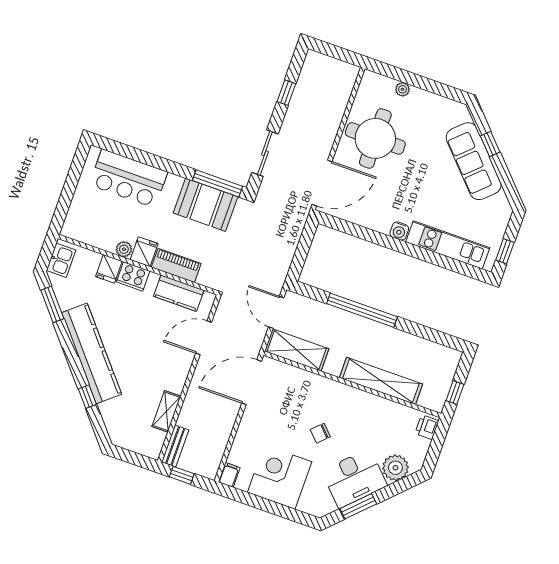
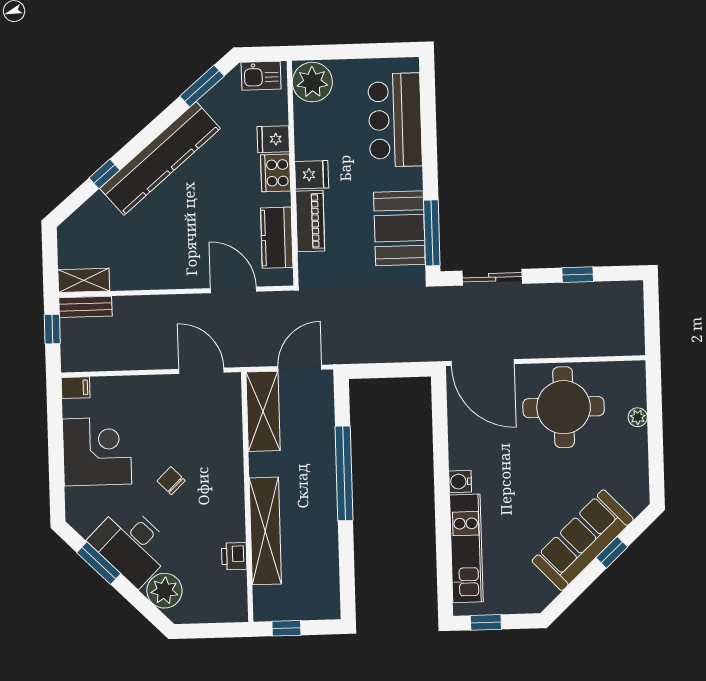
plant: (124, 249) -> (312, 82), moved, width x1.87, depth x1.87
door: (252, 382) -> (201, 371), width x0.73
shelving: (166, 411) -> (84, 280), moved
printer: (427, 427) -> (234, 556), moved, turned -90

